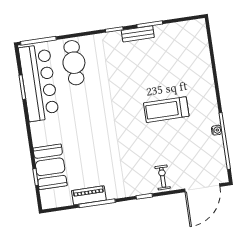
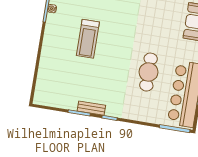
cafe table: (74, 63) -> (148, 72), moved
treadmill: (166, 110) -> (88, 39), turned 90

